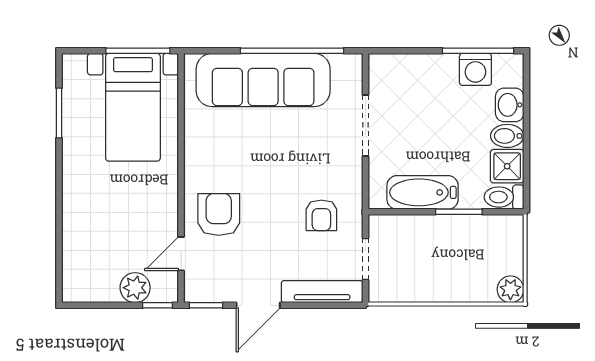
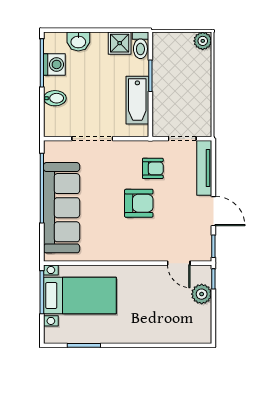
bidet: (507, 136) -> (55, 98), moved, turned -90
armchair: (219, 214) -> (139, 203), moved, turned 180

